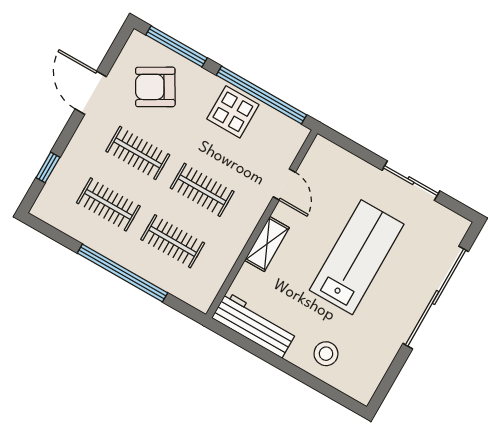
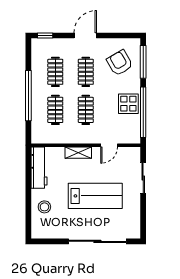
door: (91, 93) -> (85, 35), moved
window: (48, 167) -> (45, 35), moved
sliding door: (411, 181) -> (143, 178), moved

